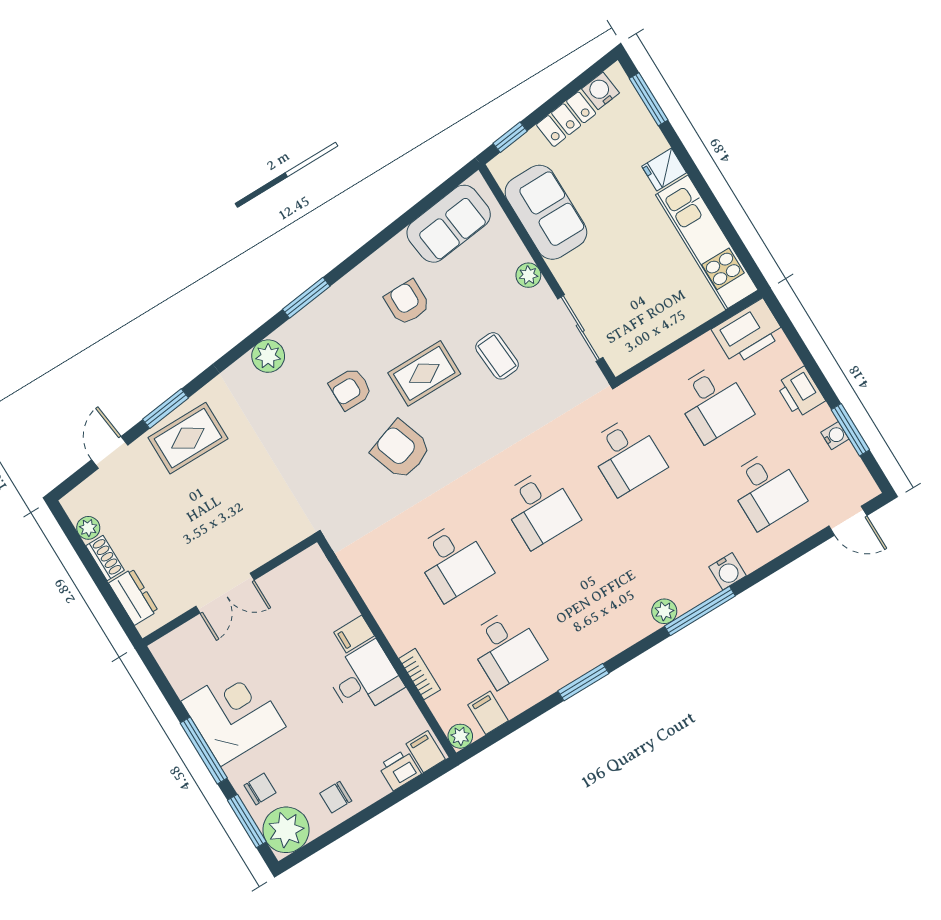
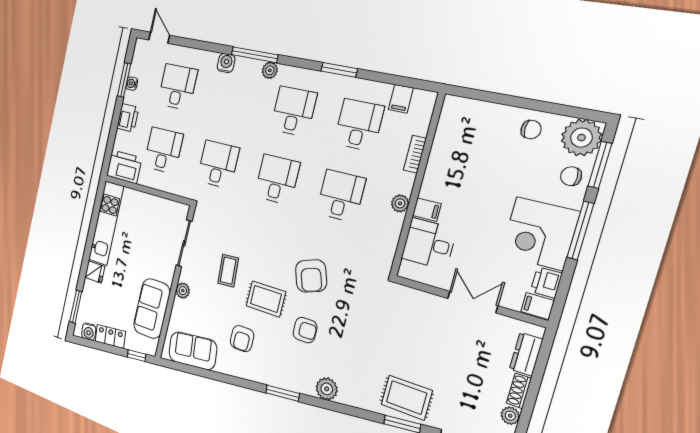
desk: (593, 595) -> (294, 111), added
desk: (364, 679) -> (429, 244), moved
plant: (460, 736) -> (400, 203), moved
filing cabinet: (426, 752) -> (538, 306), moved, turned 90
printer: (400, 770) -> (546, 282), moved, turned 90

